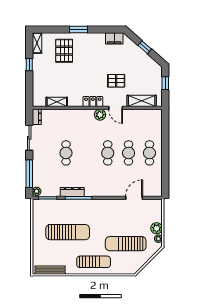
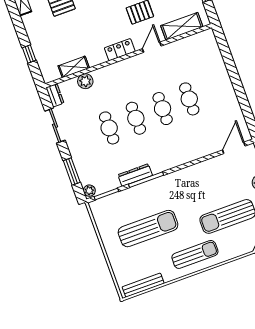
window: (29, 65) -> (29, 54), moved
door: (116, 108) -> (152, 47), swing flipped
plant: (100, 115) -> (85, 81), moved
cafe table: (149, 153) -> (136, 118), moved
window: (29, 174) -> (72, 172), width x0.69
door: (134, 198) -> (234, 148), moved

